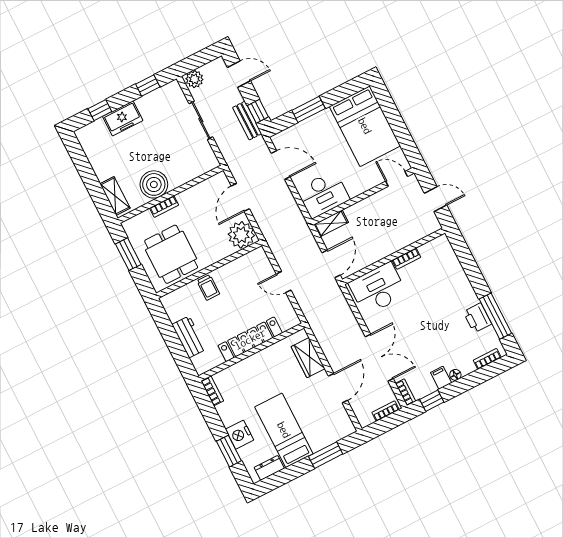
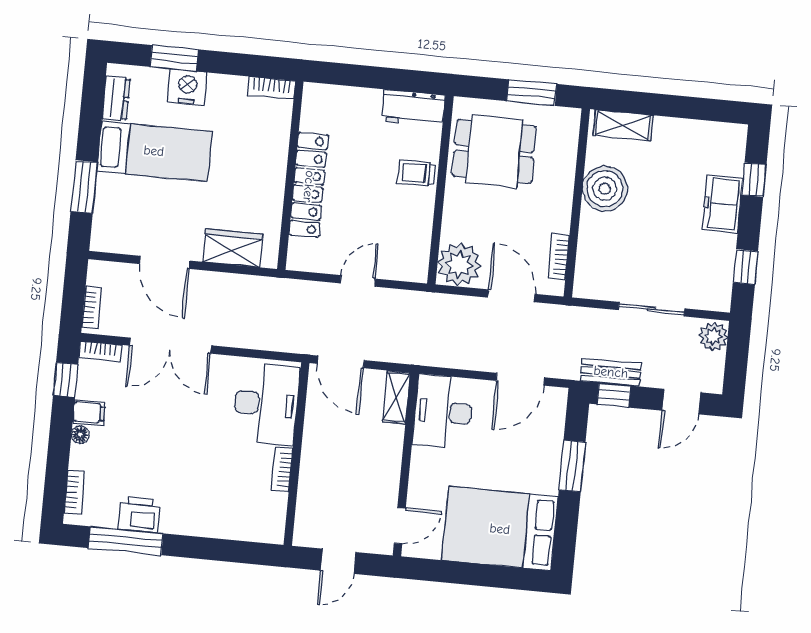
bookcase: (164, 207) -> (559, 257), moved
workbench: (189, 337) -> (413, 108), moved

